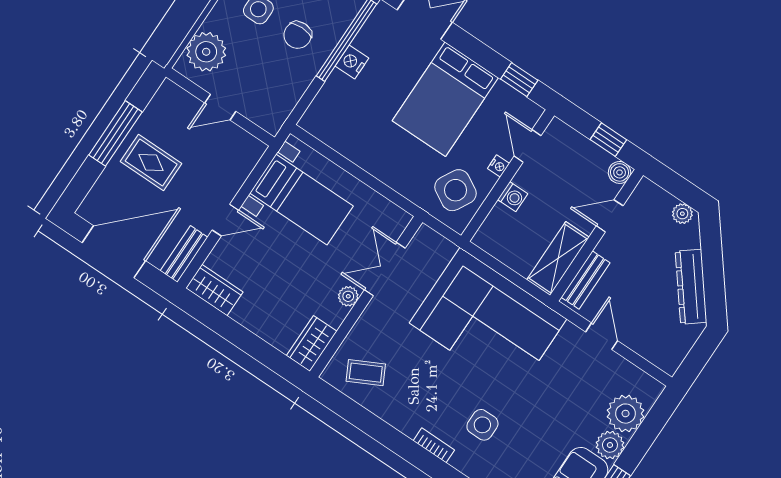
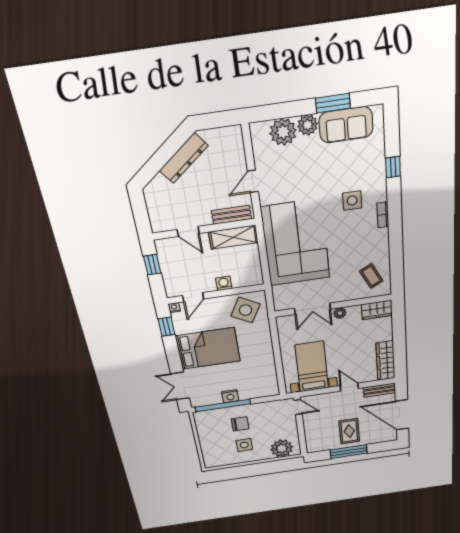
door: (220, 107) -> (298, 407), moved
nightstand: (499, 166) -> (174, 308), moved
boiler: (620, 172) -> (162, 246), removed
plant: (682, 214) -> (151, 197), removed
wardrobe: (214, 290) -> (386, 361), width x1.50

